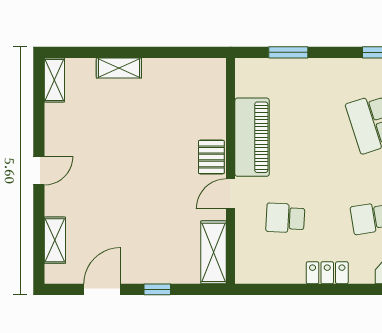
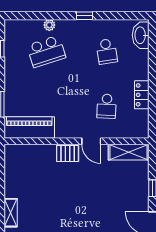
piano: (252, 137) -> (29, 127), moved
locker: (327, 273) -> (142, 95), moved

